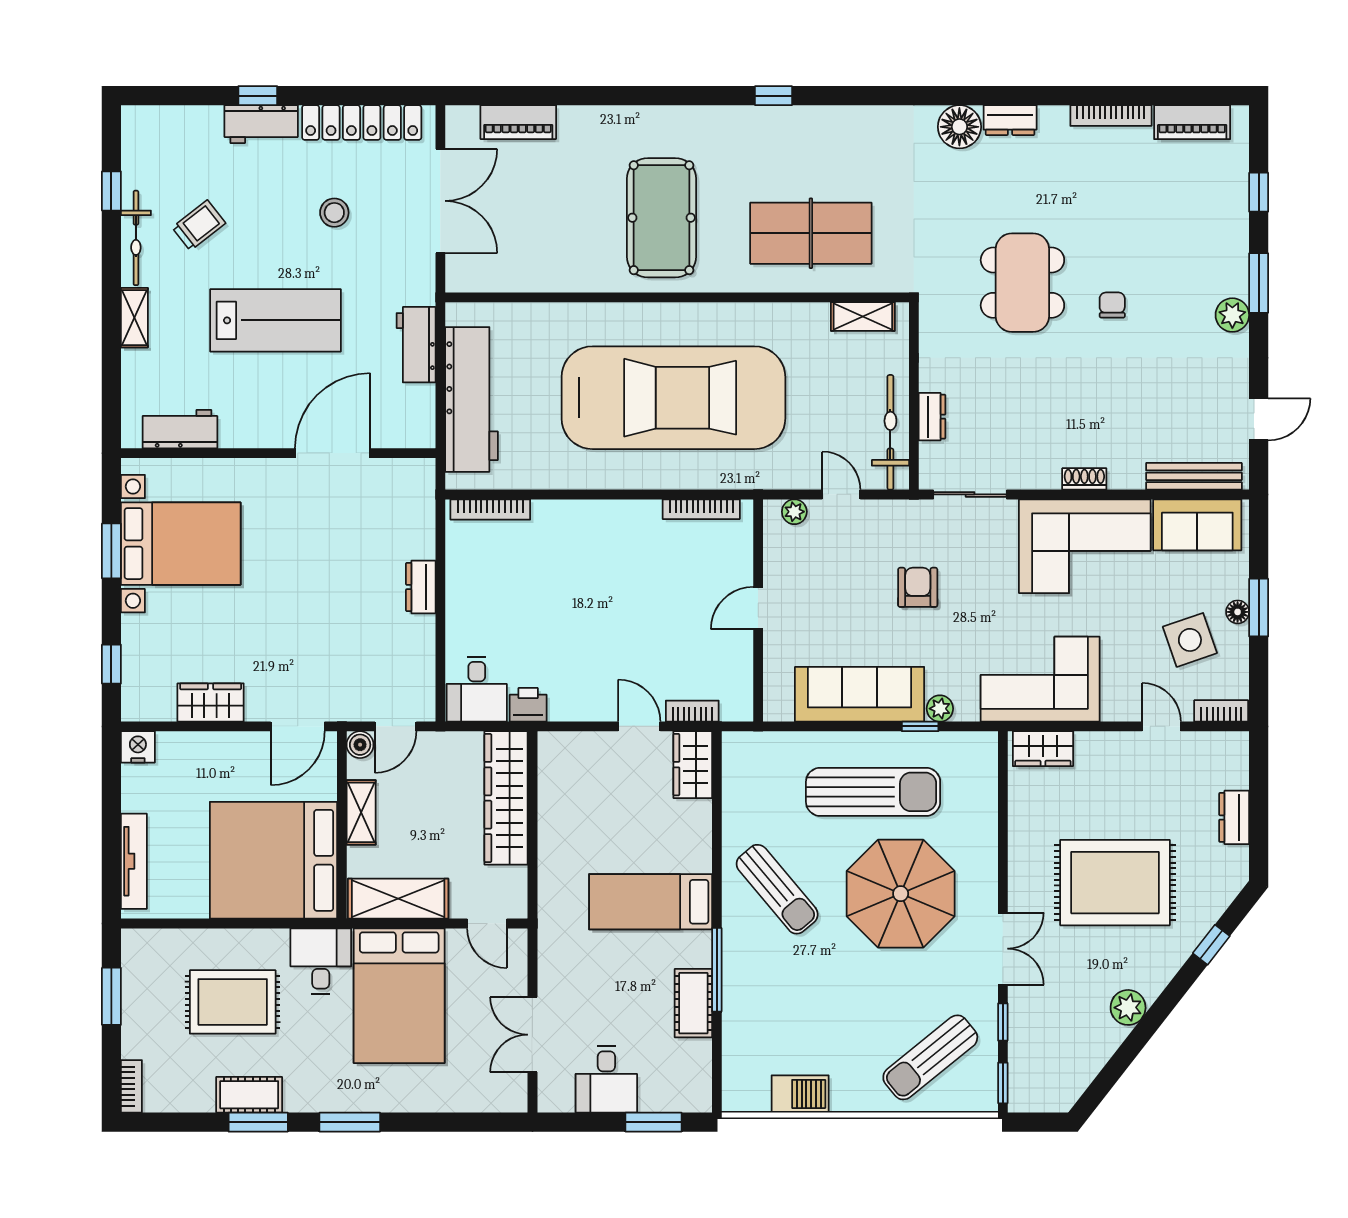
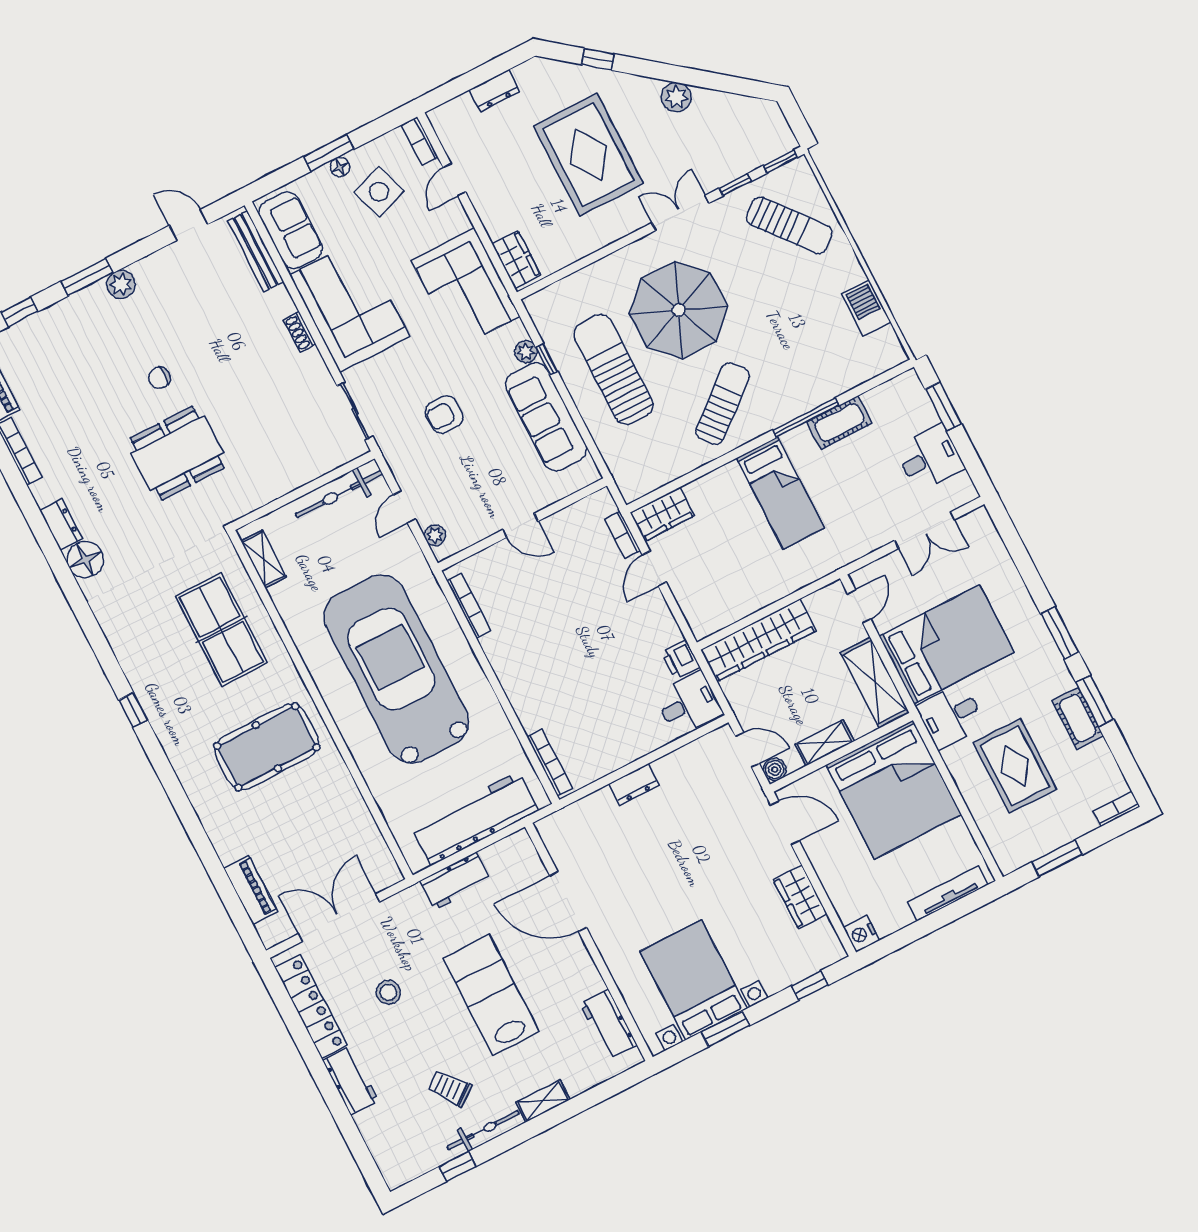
window: (258, 96) -> (331, 1094), removed
dresser: (932, 417) -> (311, 469), removed

